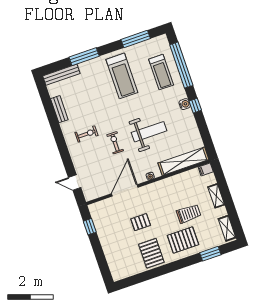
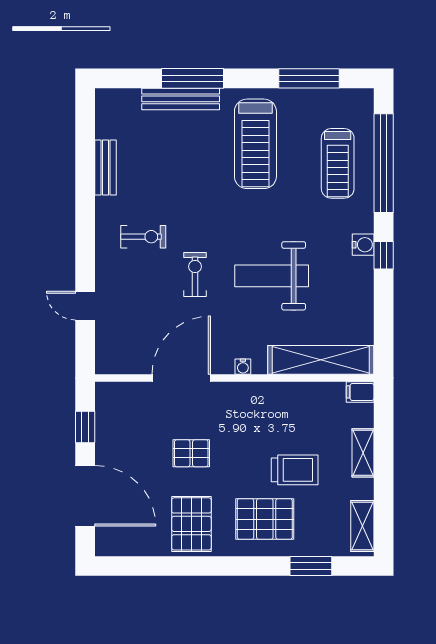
bench: (61, 75) -> (181, 99), moved
weight bench: (149, 132) -> (272, 276), turned 180
door: (75, 183) -> (85, 306), moved
door: (100, 257) -> (85, 496), added

